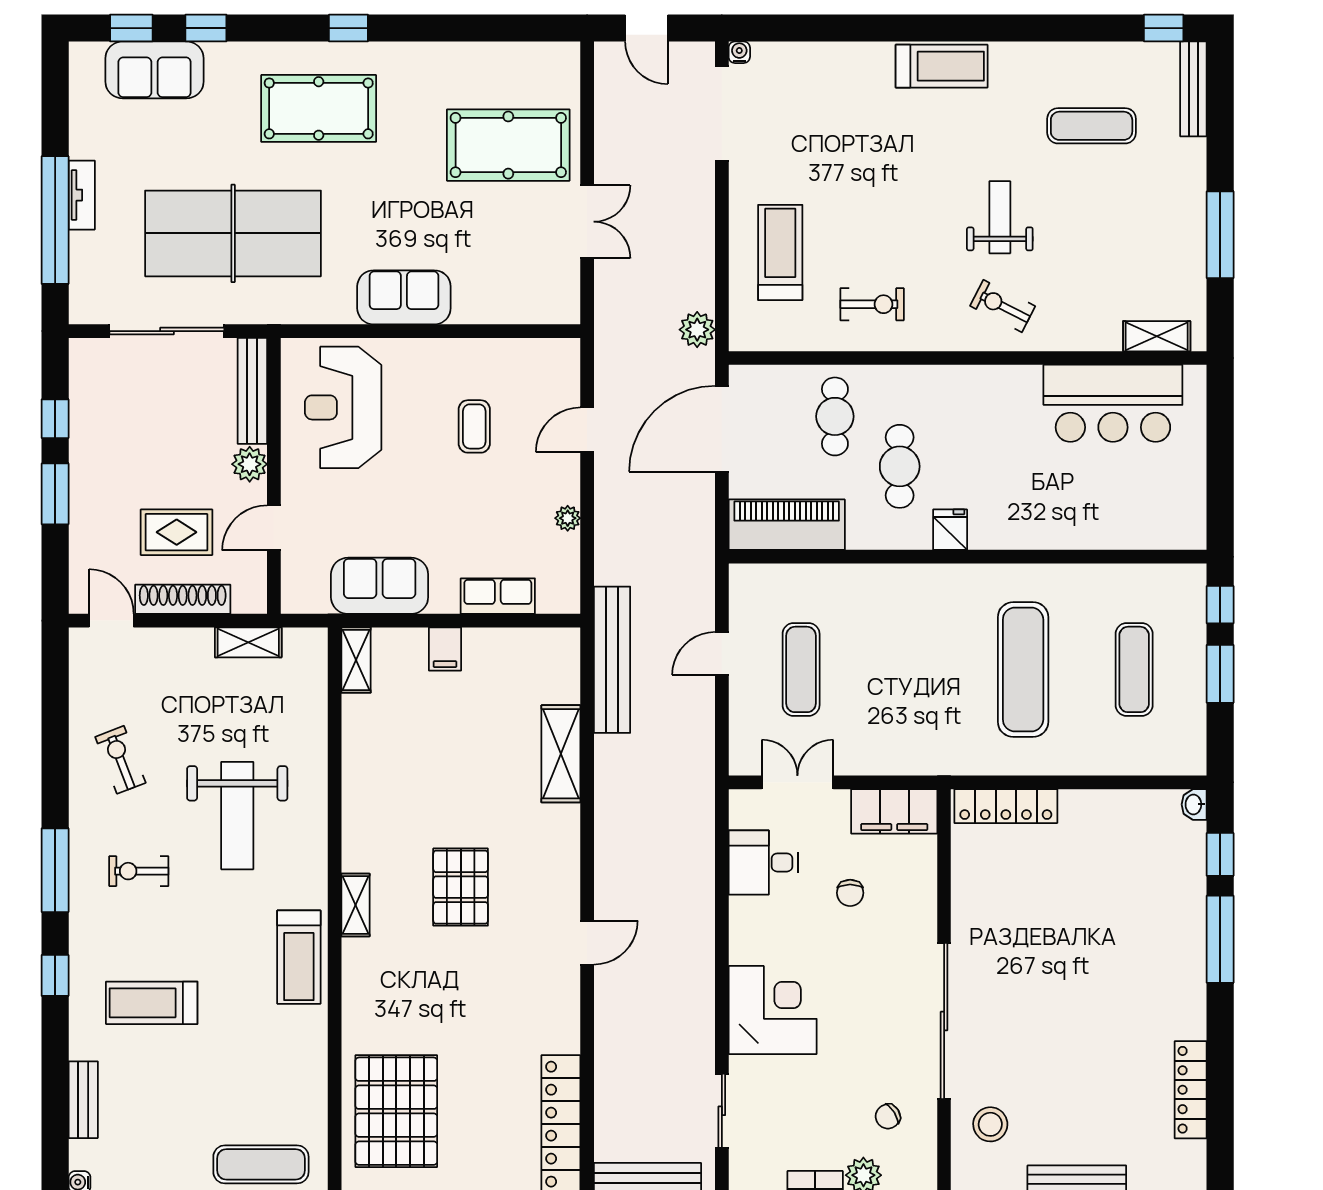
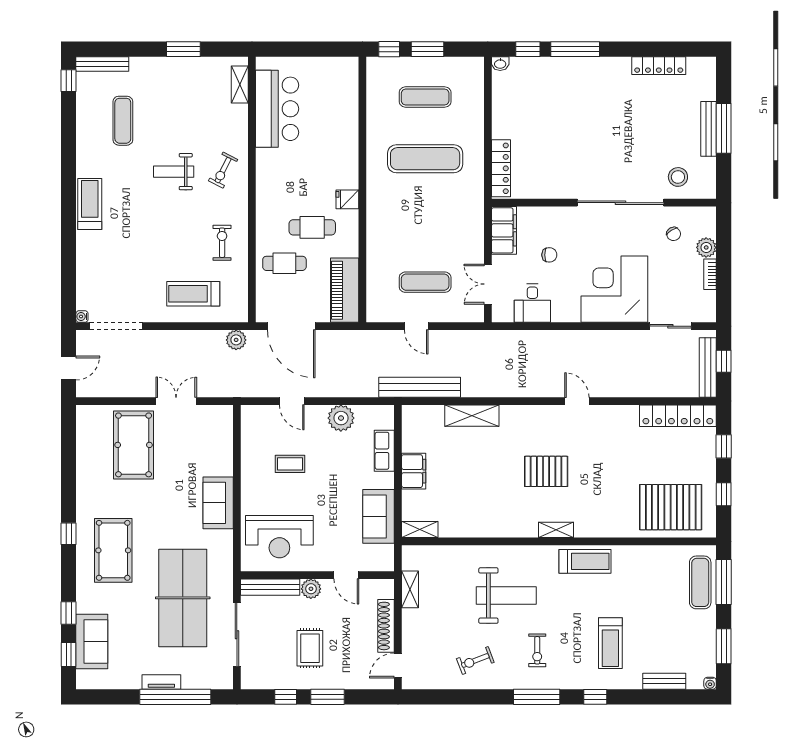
window: (1220, 235) -> (183, 49), width x0.69
plant: (568, 518) -> (341, 418), width x1.88, depth x1.88
rug: (177, 532) -> (310, 648), moved
filing cabinet: (445, 649) -> (414, 471), width x2.00
corner desk: (773, 1010) -> (614, 289), width x1.36, depth x1.36

